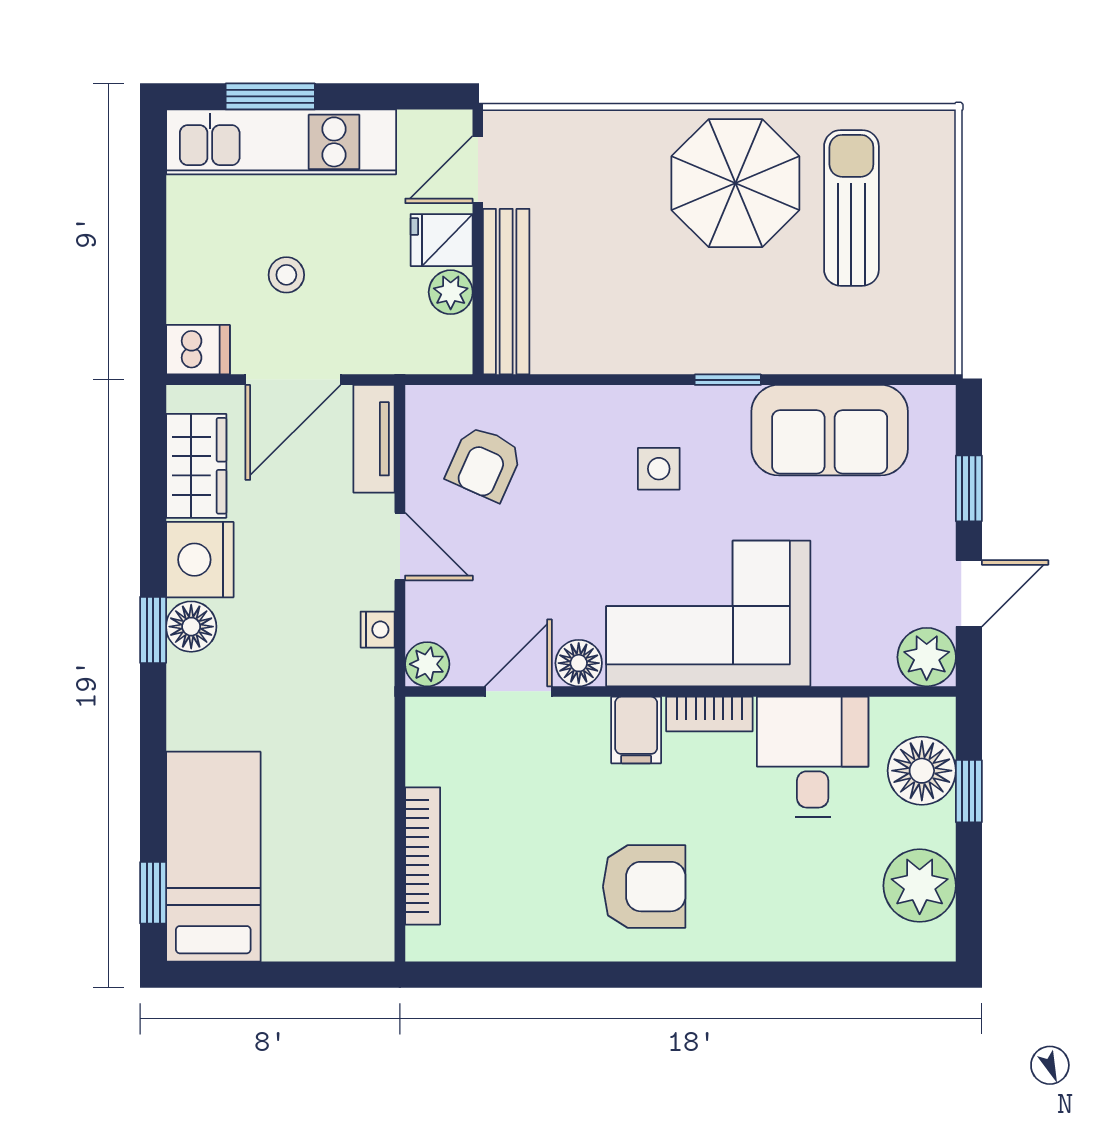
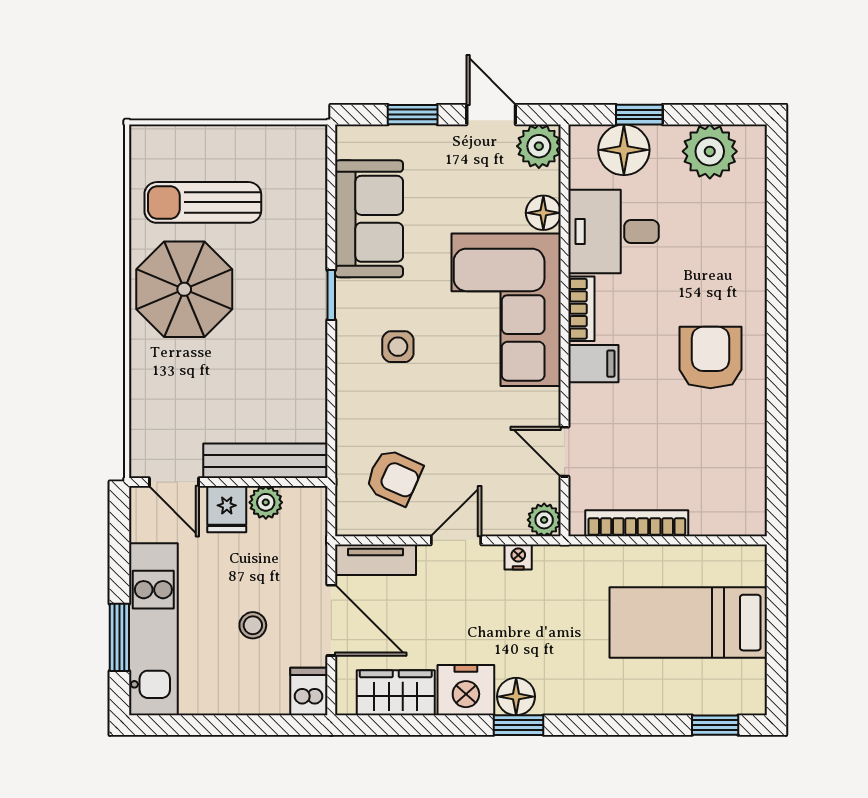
floor lamp: (579, 663) -> (543, 213), moved
bookcase: (423, 856) -> (637, 523), moved
bed: (213, 857) -> (688, 623), moved

